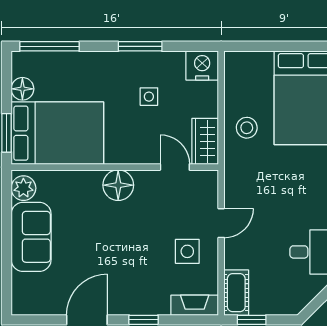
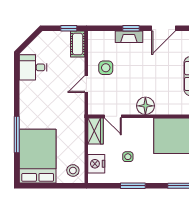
nightstand: (202, 65) -> (96, 164), moved, turned 90
stool: (247, 128) -> (73, 170), moved
fireplace: (195, 305) -> (129, 37), moved

